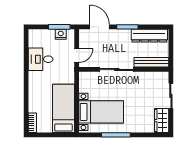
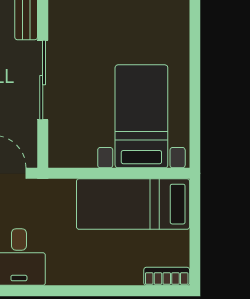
window: (116, 135) -> (195, 82), removed

